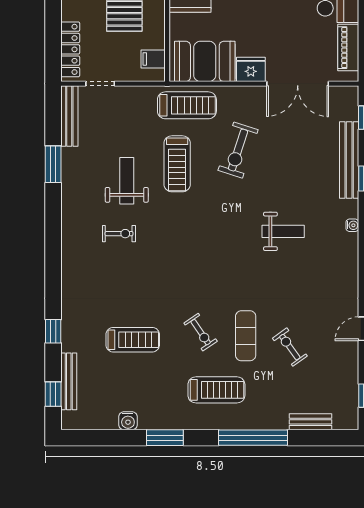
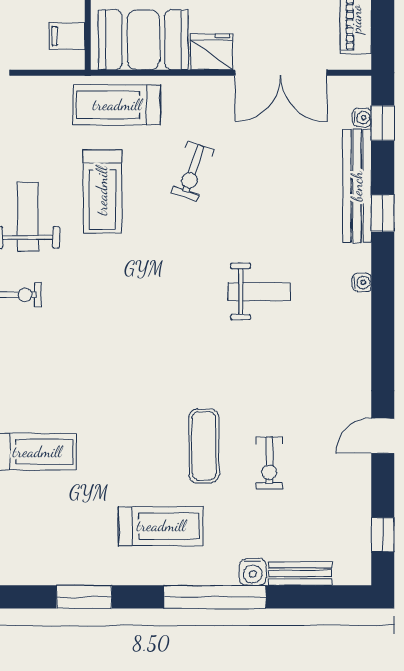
treadmill: (187, 105) -> (117, 105), turned 180
water cooler: (352, 114) -> (362, 118), added
exercise bike: (238, 150) -> (193, 171), width x0.73, depth x0.72
exercise bike: (201, 332) -> (137, 441), removed
exercise bike: (290, 347) -> (269, 463), turned -144
water cooler: (128, 421) -> (253, 572), moved

